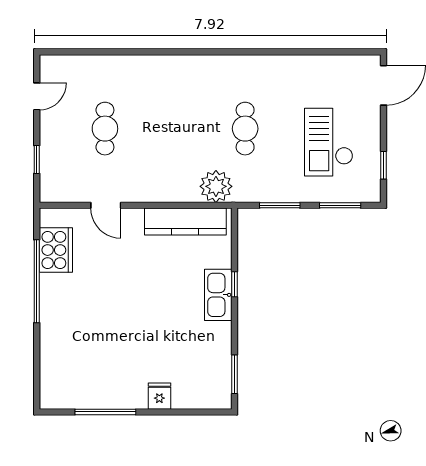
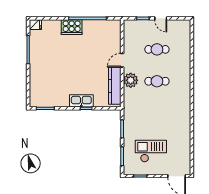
door: (37, 96) -> (161, 18), moved
cafe table: (245, 129) -> (157, 81), moved
plant: (216, 186) -> (131, 80), moved
door: (106, 205) -> (122, 60), moved
cooker: (56, 250) -> (72, 27), moved
fridge: (159, 396) -> (35, 25), moved

